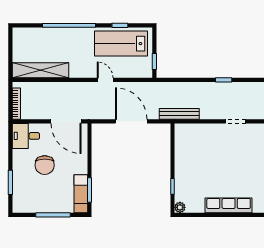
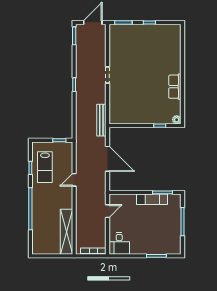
lab bench: (121, 44) -> (45, 167), width x0.73, depth x0.72
door: (66, 121) -> (107, 211), width x0.53
door: (131, 121) -> (107, 159), swing flipped
chair: (45, 165) -> (143, 228), removed
exam couch: (81, 194) -> (152, 199), moved
row of seats: (229, 205) -> (175, 87), width x0.68

